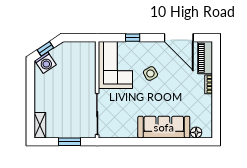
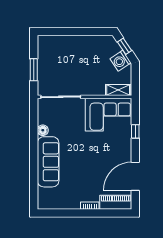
washing machine: (45, 63) -> (121, 61), moved
side table: (150, 74) -> (100, 149), removed
shelving: (40, 125) -> (118, 90), moved
floor lamp: (196, 132) -> (43, 130), moved

